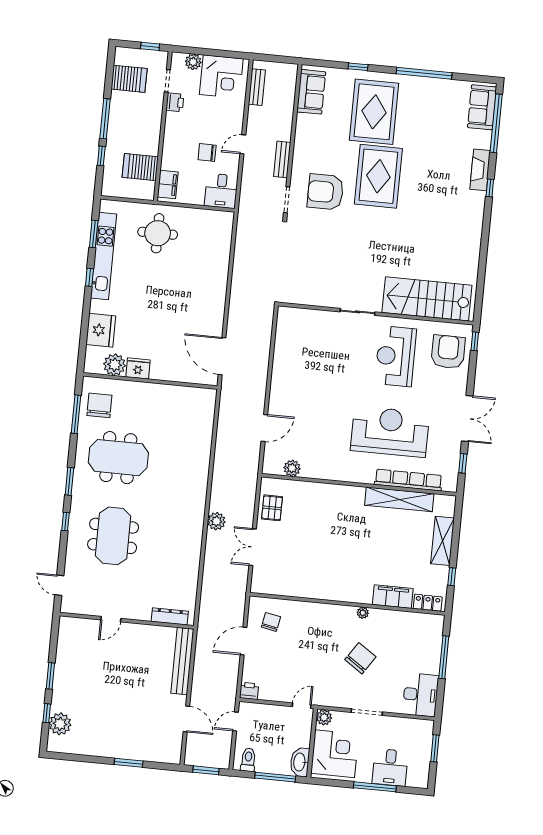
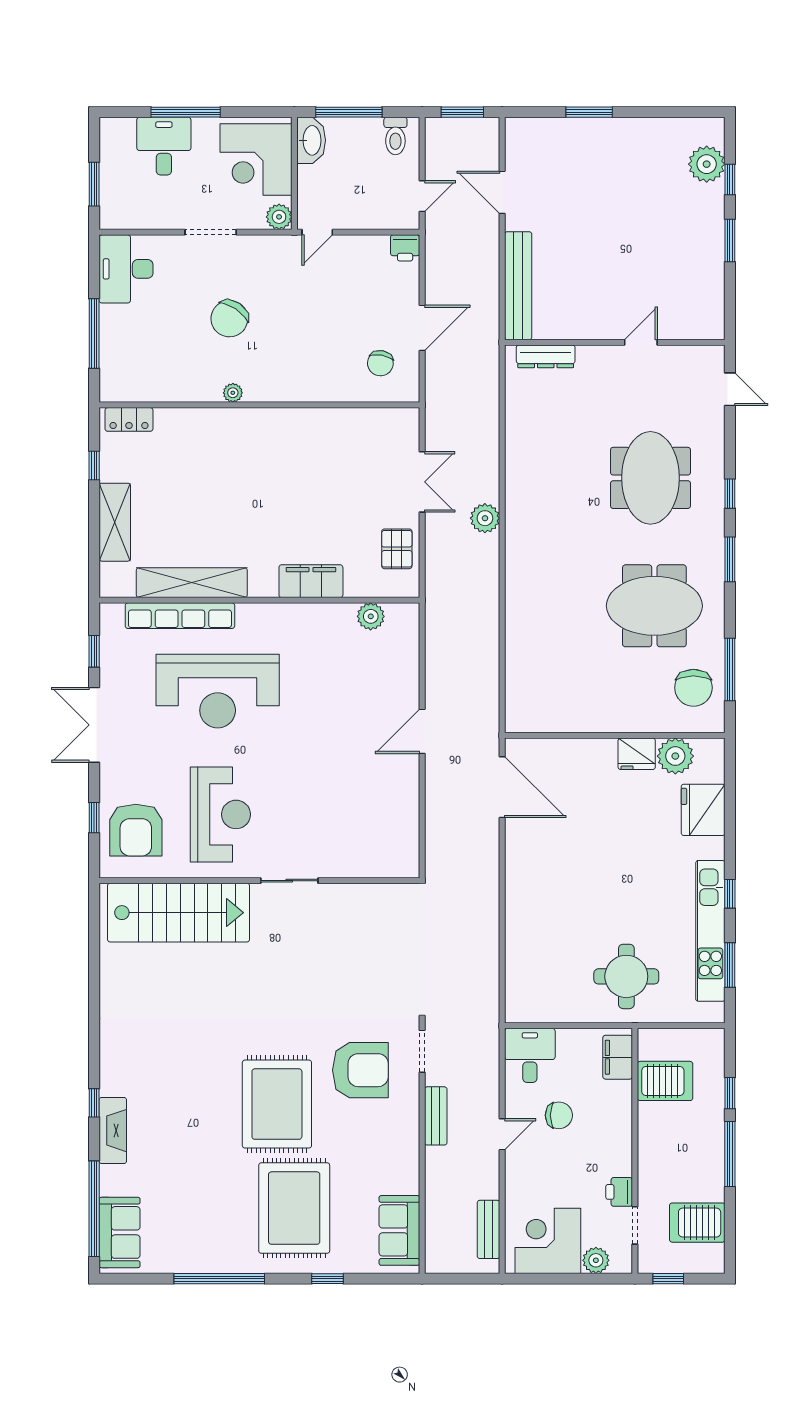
window: (475, 341) -> (94, 818), moved
door: (264, 428) -> (422, 731), moved
filing cabinet: (393, 597) -> (311, 581), moved, turned 180

